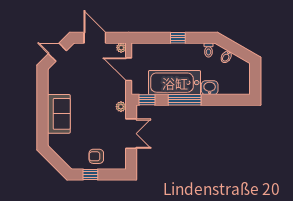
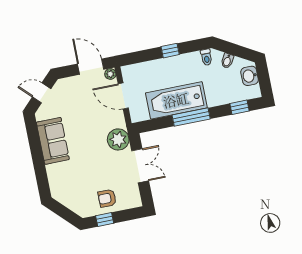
door: (95, 38) -> (91, 67), moved
washbasin: (210, 88) -> (250, 76), moved, turned -90
window: (147, 100) -> (239, 107), moved
plant: (121, 107) -> (118, 139), width x1.88, depth x1.88
sofa: (59, 114) -> (53, 141), moved

